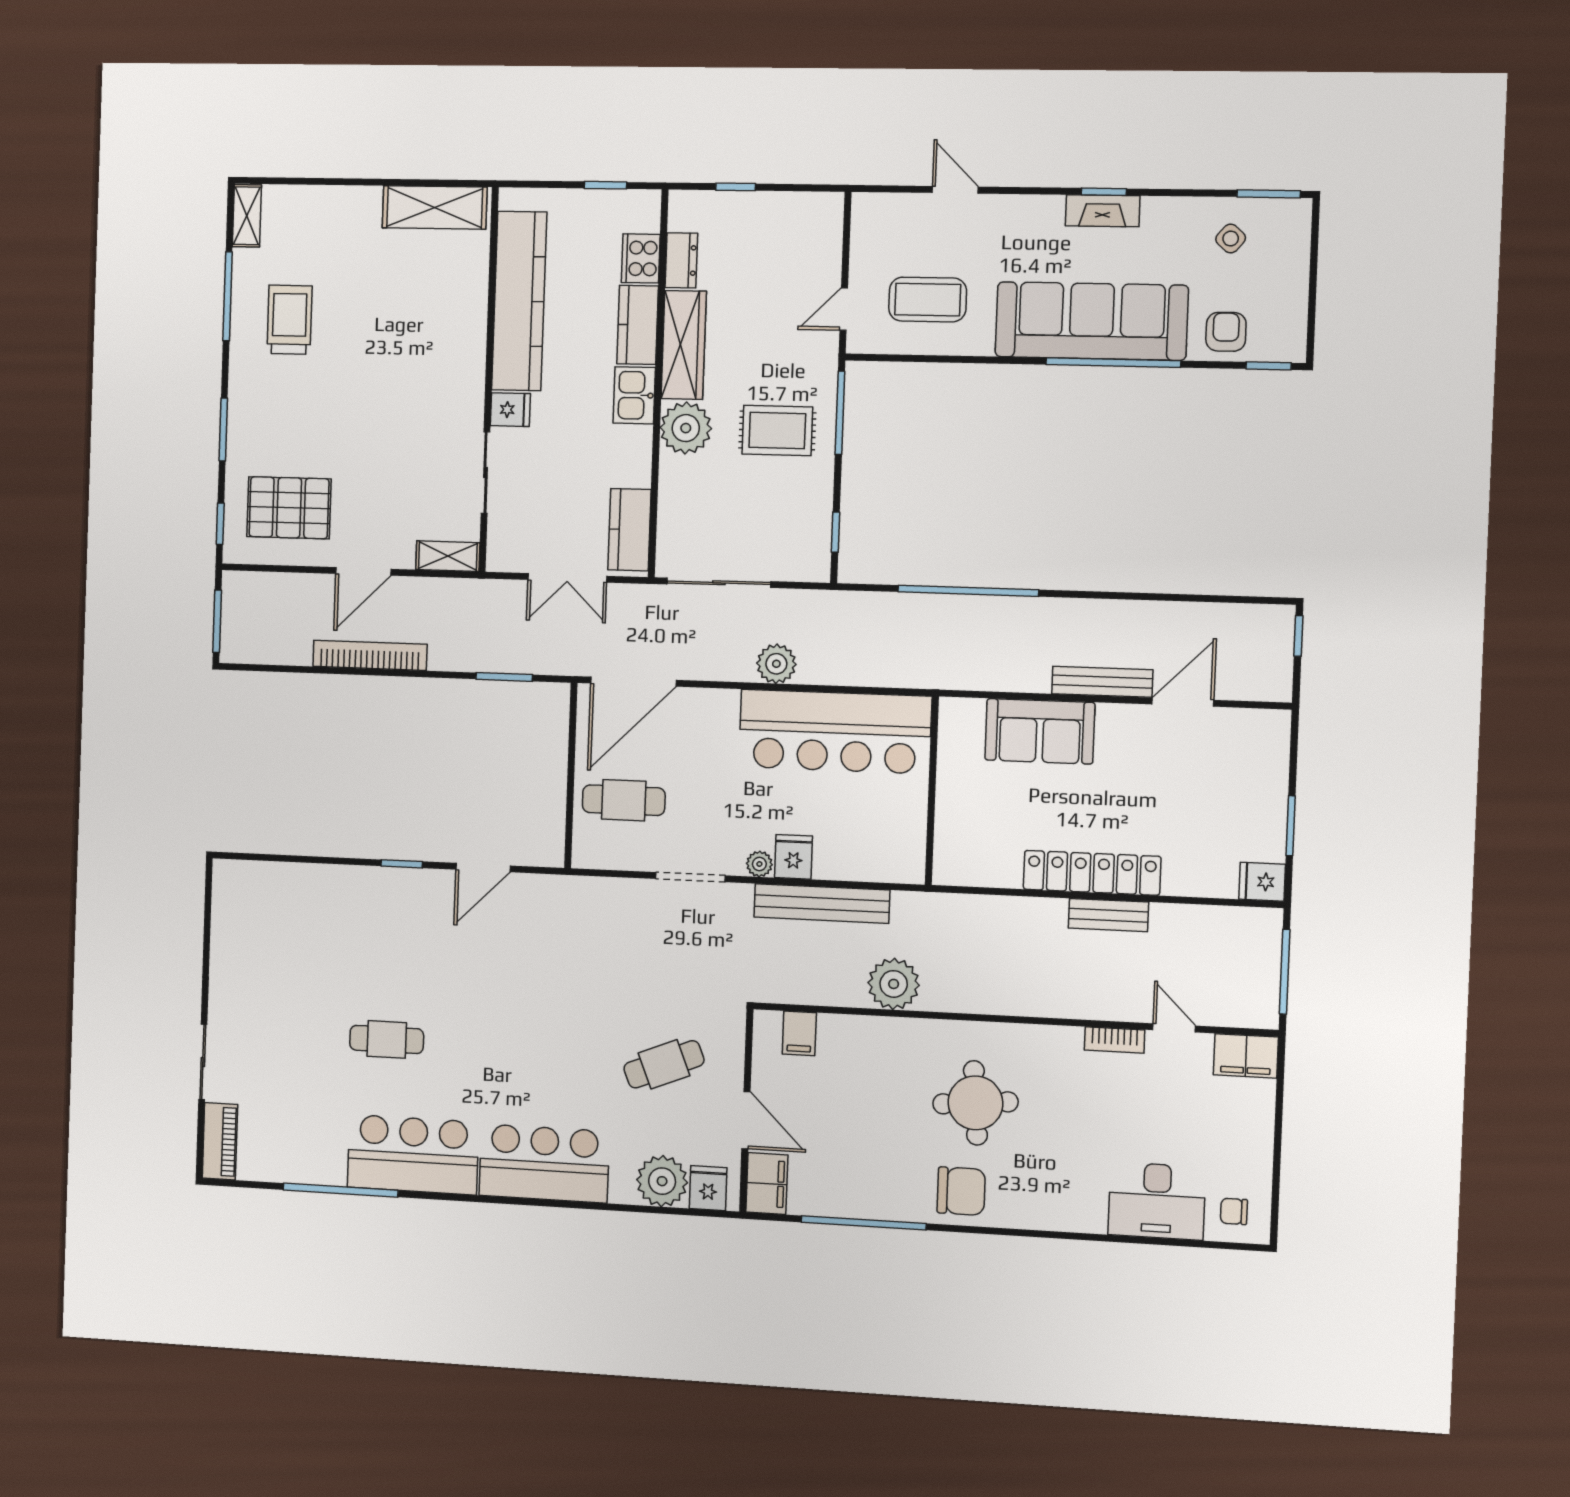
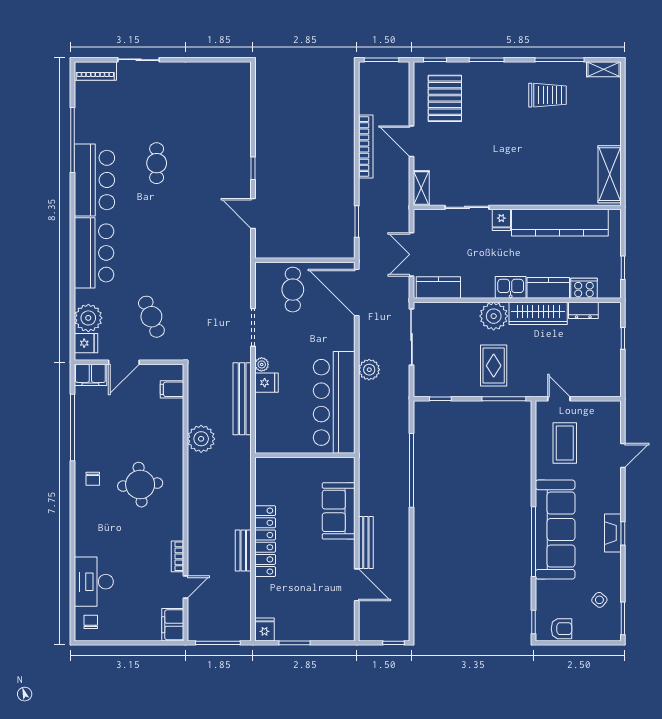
armchair: (1226, 332) -> (561, 629), moved
chair: (961, 1191) -> (93, 479), width x0.54, depth x0.54

